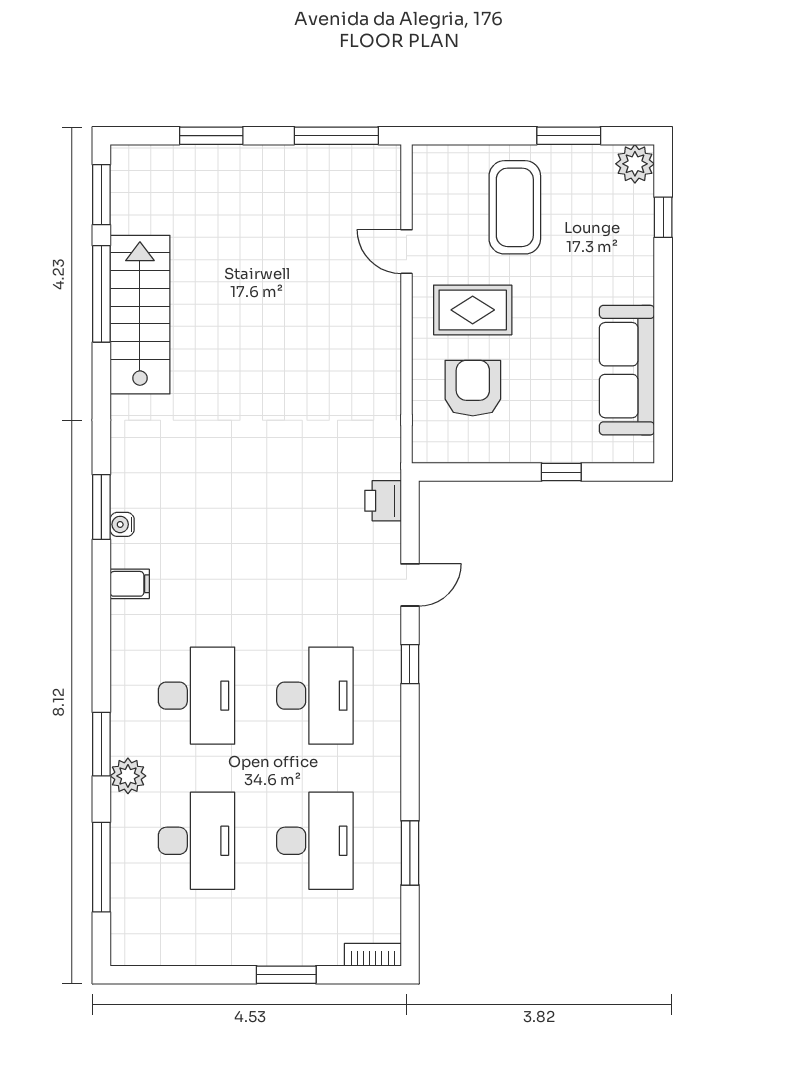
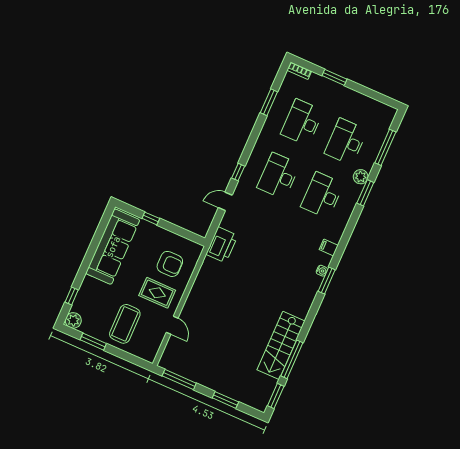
sofa: (627, 370) -> (113, 247), width x1.36, depth x1.27
armchair: (473, 388) -> (170, 264), turned -90
printer: (383, 501) -> (222, 245), width x1.87, depth x1.48

